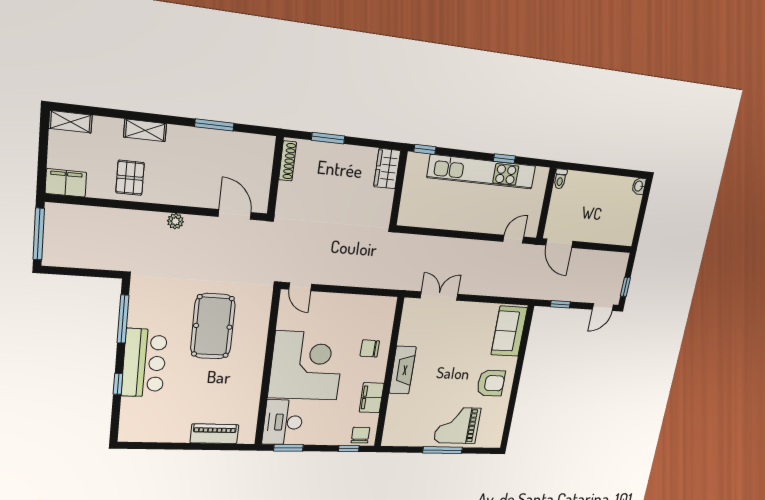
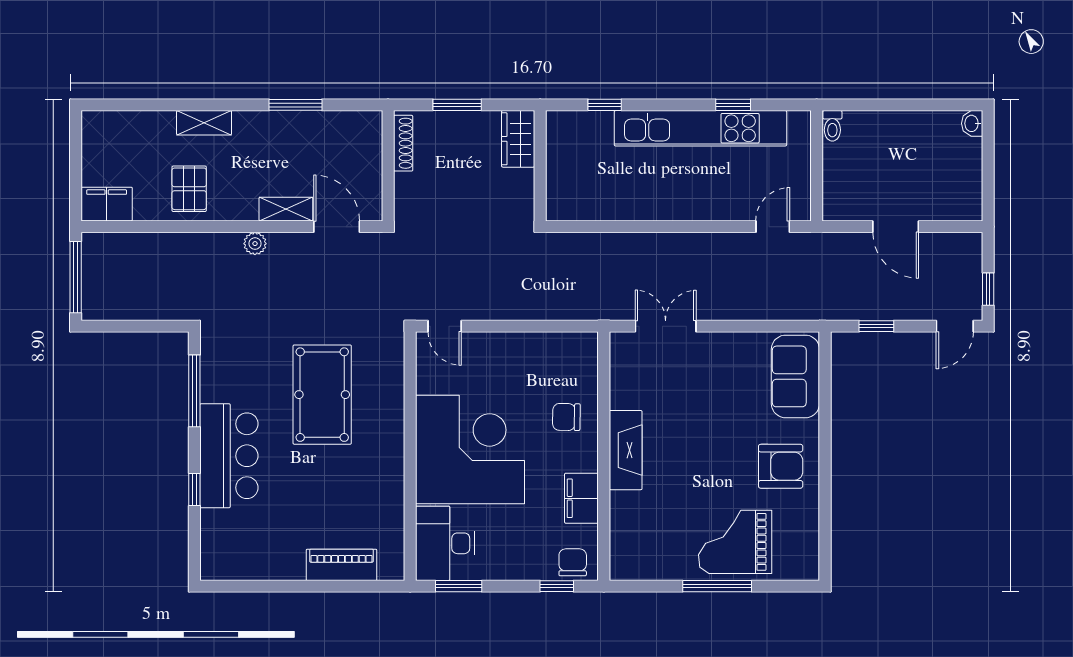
shelving: (70, 122) -> (286, 209), moved
wardrobe: (387, 169) -> (518, 139), moved
wall: (398, 188) -> (540, 166), moved
door: (559, 243) -> (896, 227), moved

